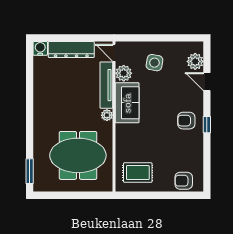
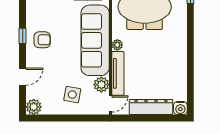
door: (114, 53) -> (111, 104), hinge flipped
plant: (195, 61) -> (34, 107), moved
door: (207, 82) -> (23, 77), hinge flipped
sofa: (127, 103) -> (95, 40), width x1.85, depth x1.27

